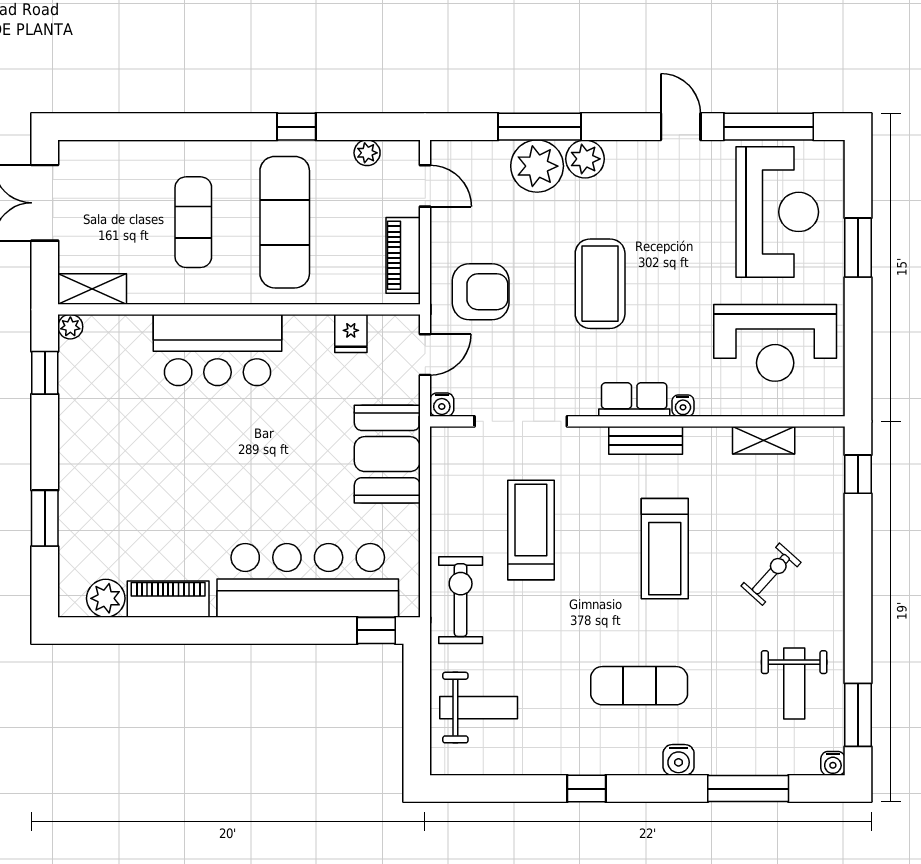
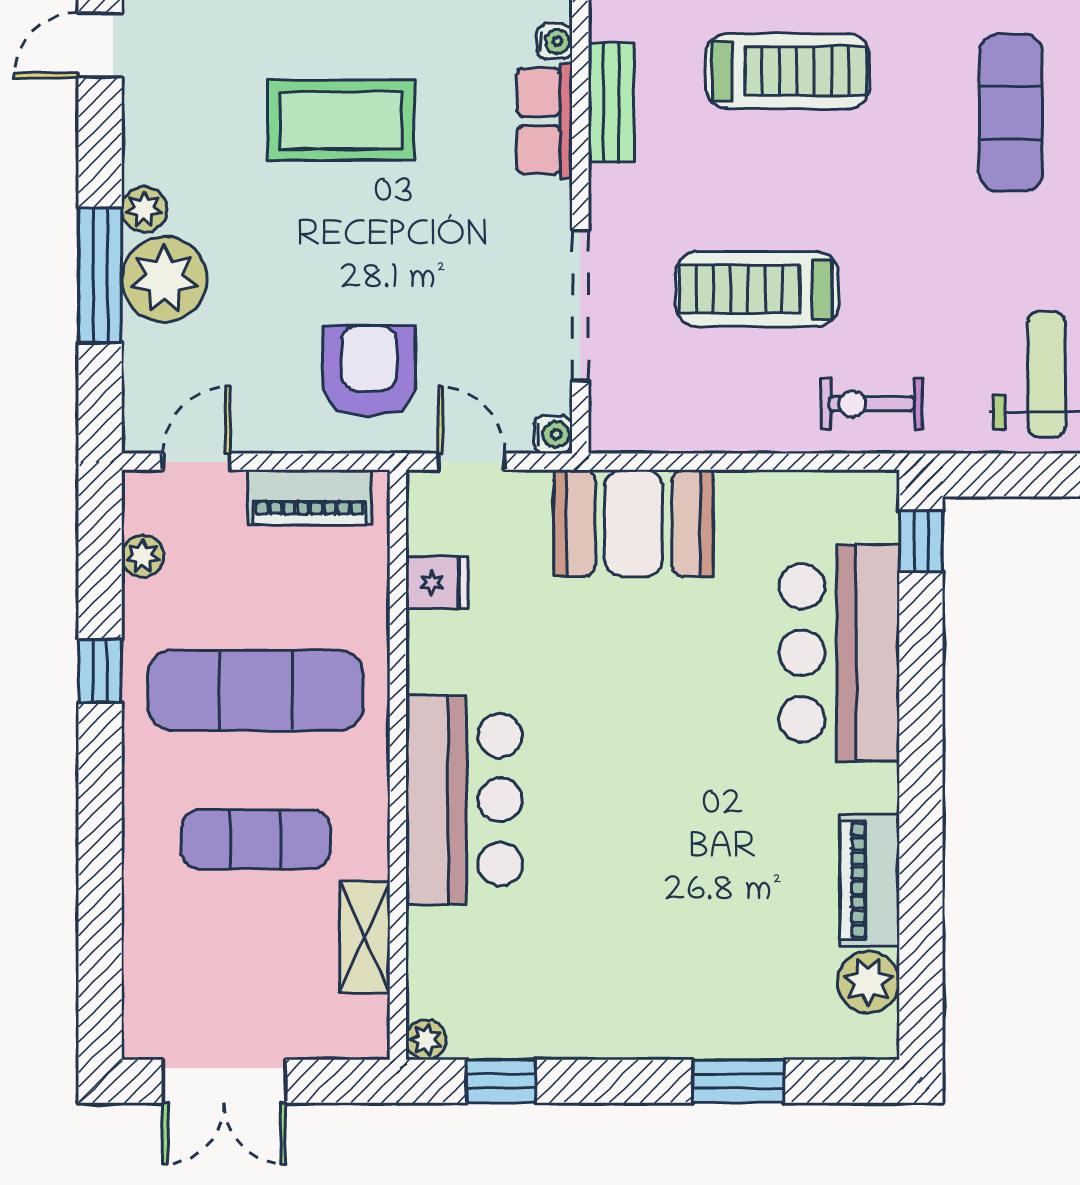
plant: (585, 159) -> (144, 209), width x0.73, depth x0.73
coffee table: (600, 284) -> (341, 120), moved
shelving: (92, 289) -> (365, 937), moved
bar counter: (308, 580) -> (839, 653), width x0.73
exercise bike: (461, 600) -> (871, 404), width x0.73, depth x0.72

